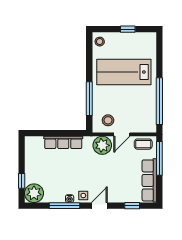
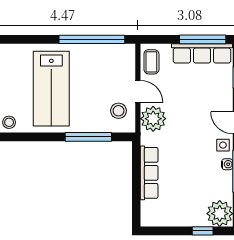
window: (159, 158) -> (203, 39), moved

